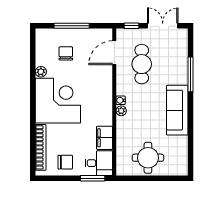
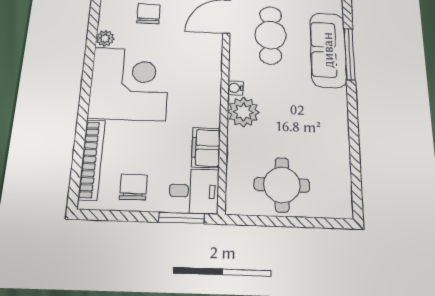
sofa: (177, 110) -> (328, 50), moved
plant: (121, 111) -> (243, 112), width x1.88, depth x1.88
chair: (65, 162) -> (133, 187), turned -90

